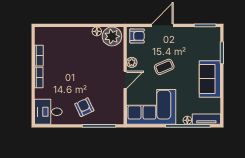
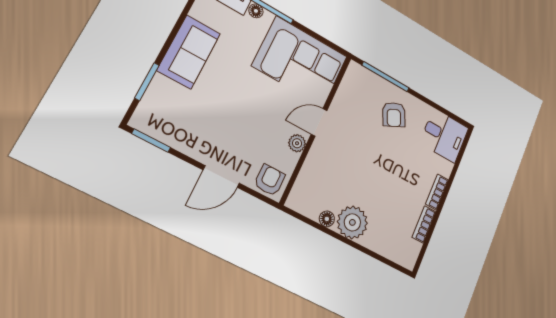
plant: (112, 36) -> (352, 222), moved
armchair: (137, 36) -> (270, 180), turned 90
coffee table: (164, 67) -> (251, 110), removed

